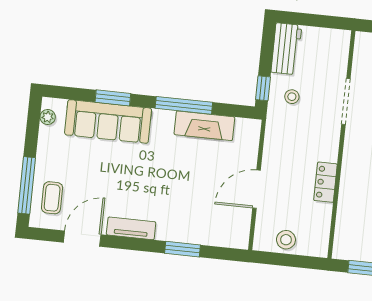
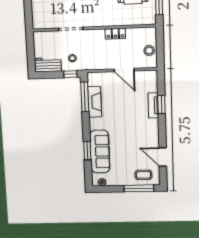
window: (184, 105) -> (85, 97), moved
tv unit: (131, 228) -> (153, 105), moved

